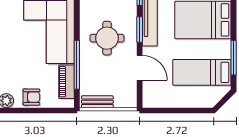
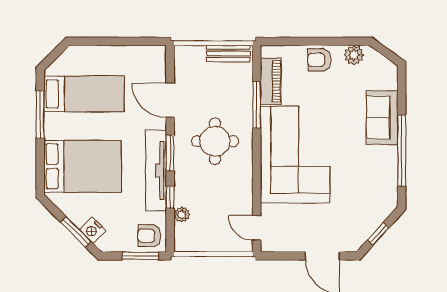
window: (77, 65) -> (257, 105), width x0.68

